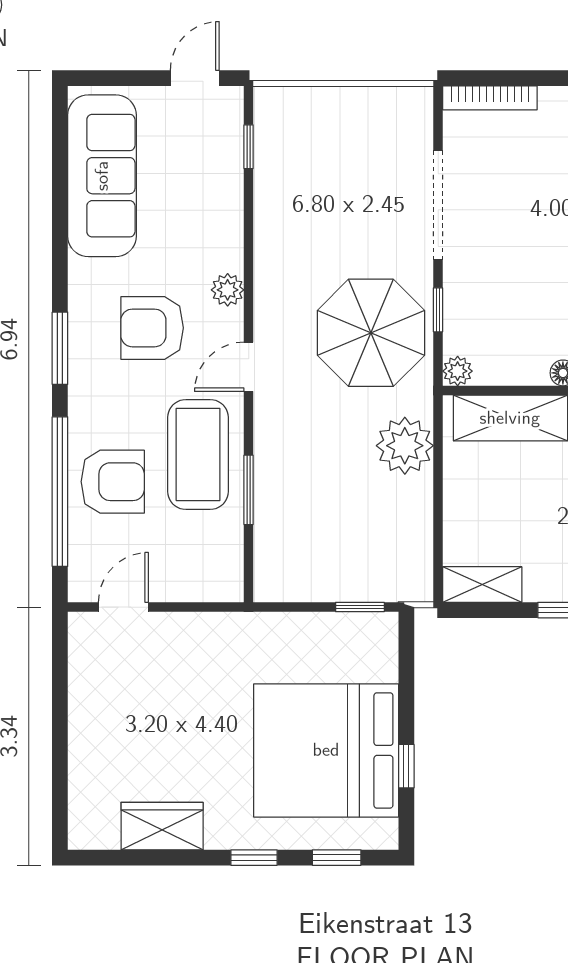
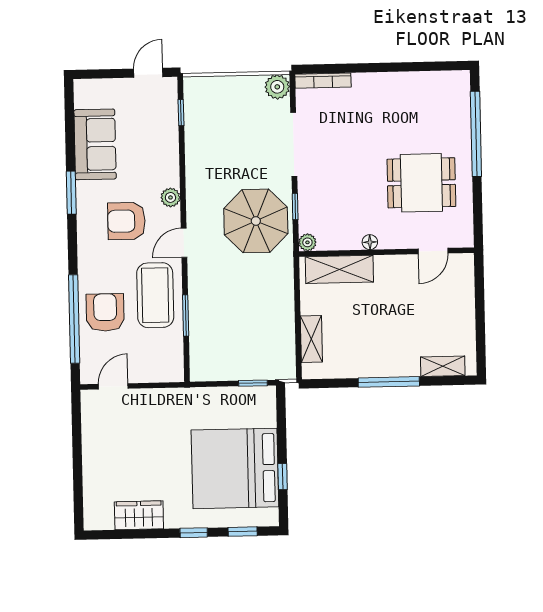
sofa: (102, 176) -> (95, 144), width x0.73
window: (60, 348) -> (71, 193), moved
plant: (405, 446) -> (277, 87), moved, width x0.73, depth x0.73
armchair: (113, 482) -> (105, 312), turned -90
shelving: (482, 585) -> (311, 339), moved, turned 90

